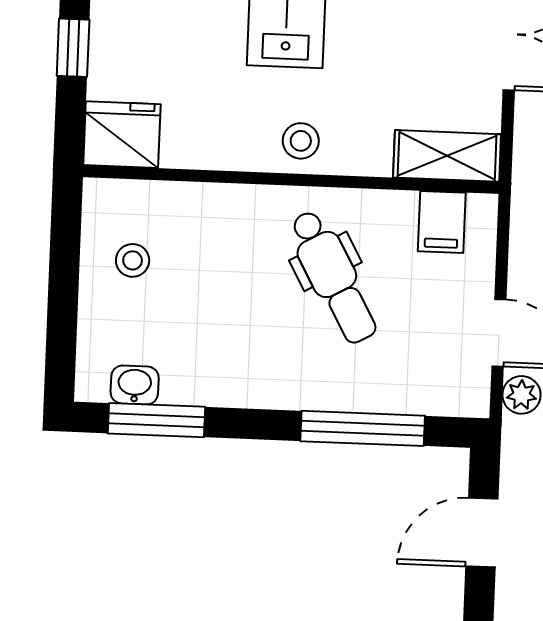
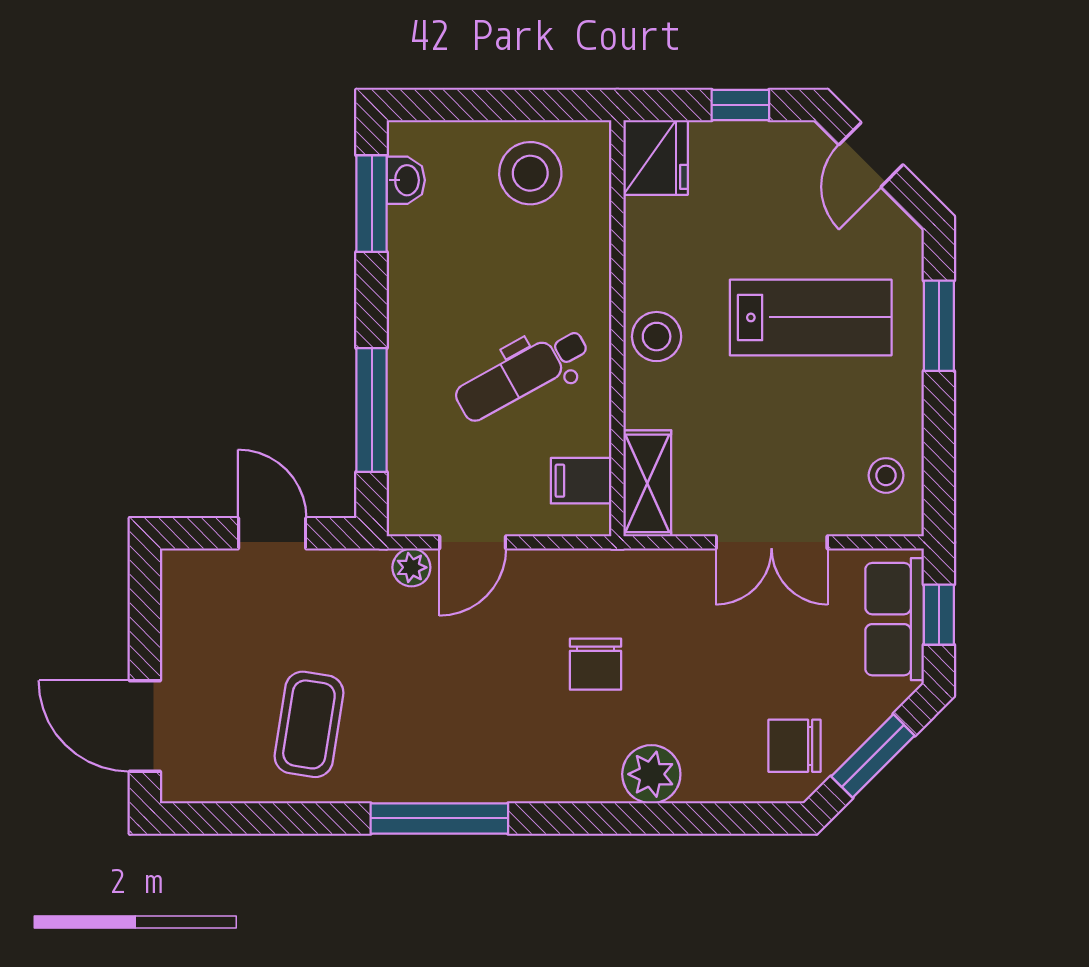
stool: (301, 141) -> (657, 337), width x1.37, depth x1.37
stool: (133, 260) -> (530, 173), width x1.89, depth x1.89

